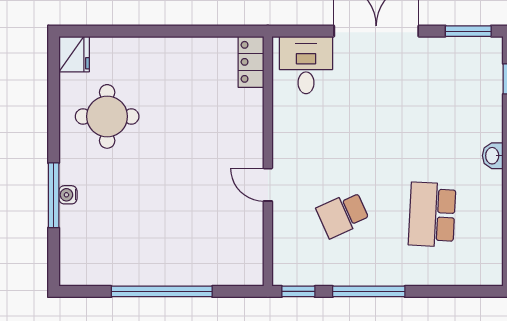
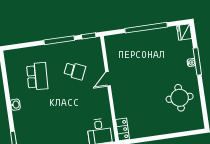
fridge: (74, 54) -> (184, 32), moved
door: (268, 185) -> (108, 79), swing flipped
school desk: (343, 215) -> (75, 71), turned 48

